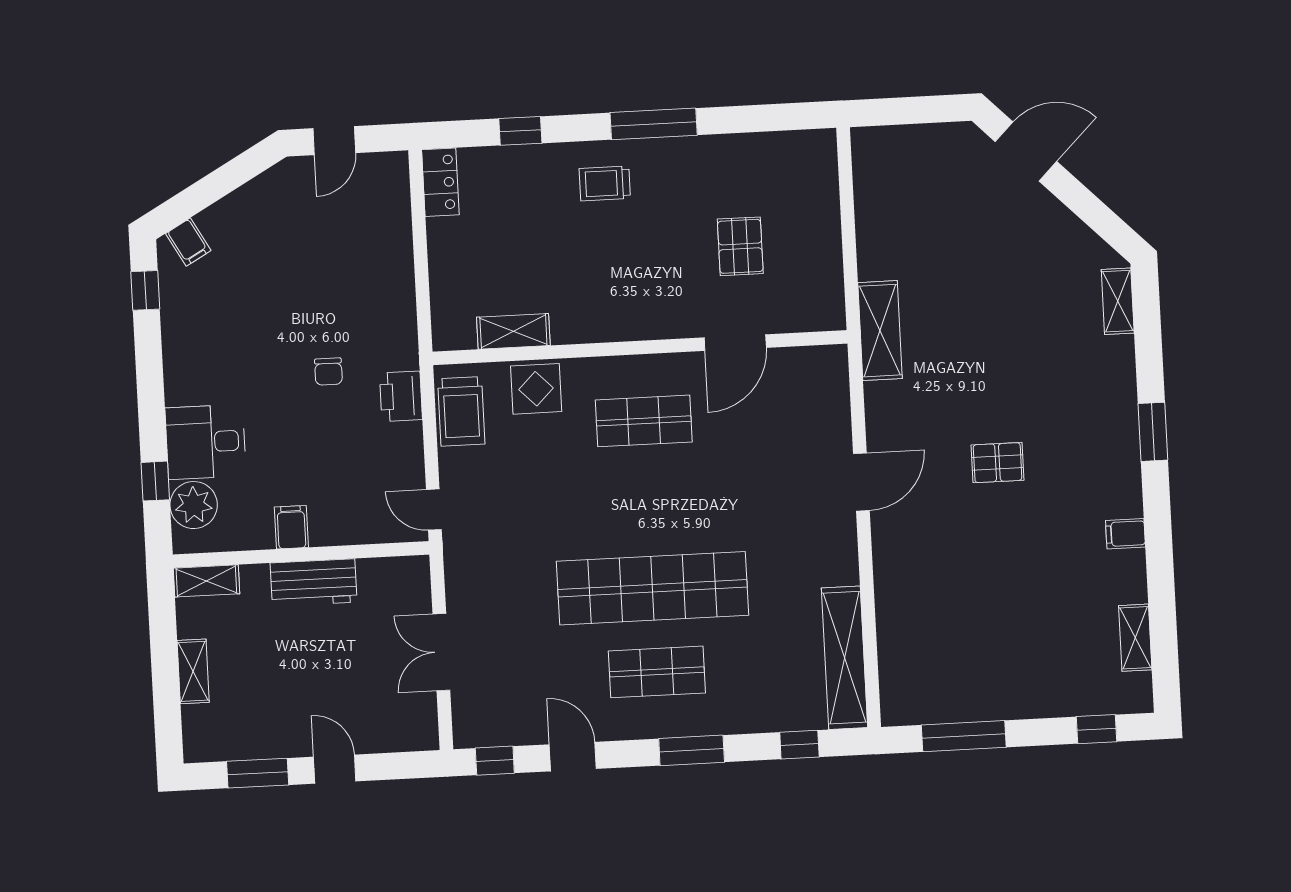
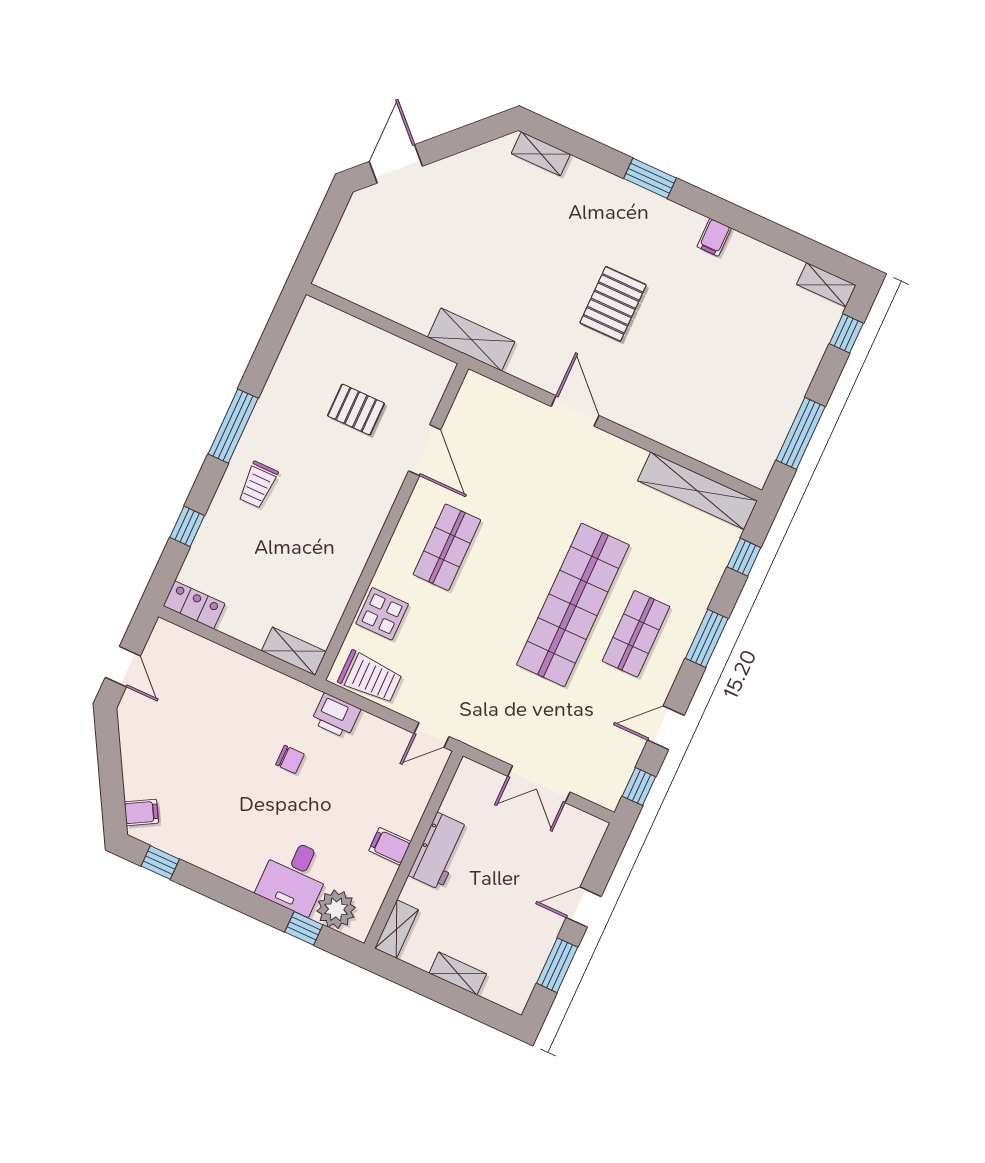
shelving: (513, 331) -> (294, 651), moved, turned 90
pallet: (998, 463) -> (613, 304), width x1.50, depth x1.42
shelving: (1135, 638) -> (826, 285), moved

